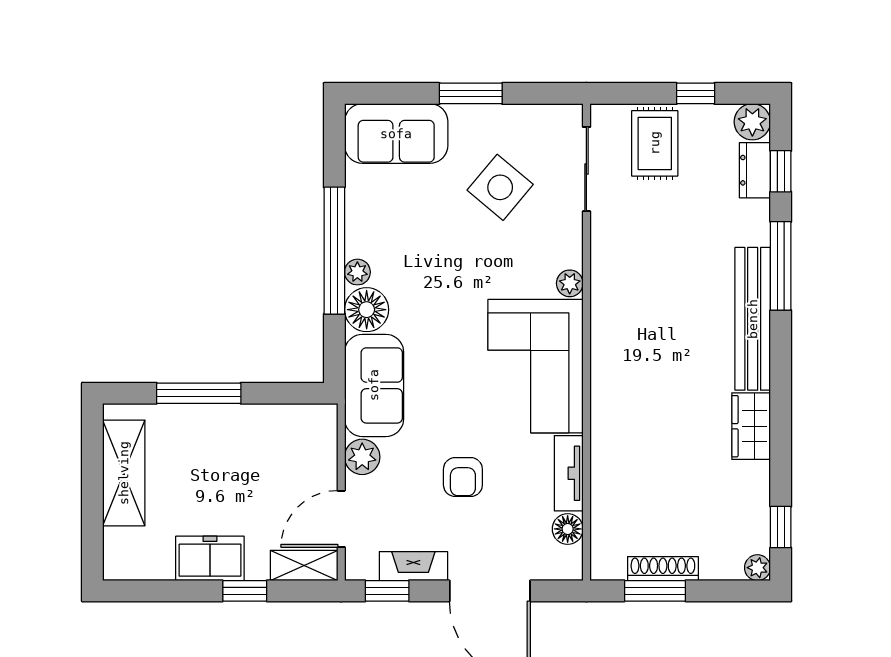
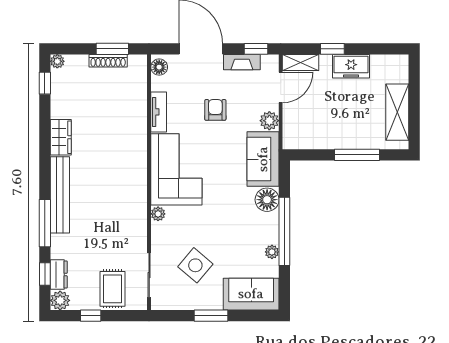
plant: (357, 272) -> (272, 252), moved
floor lamp: (568, 529) -> (159, 67), moved

